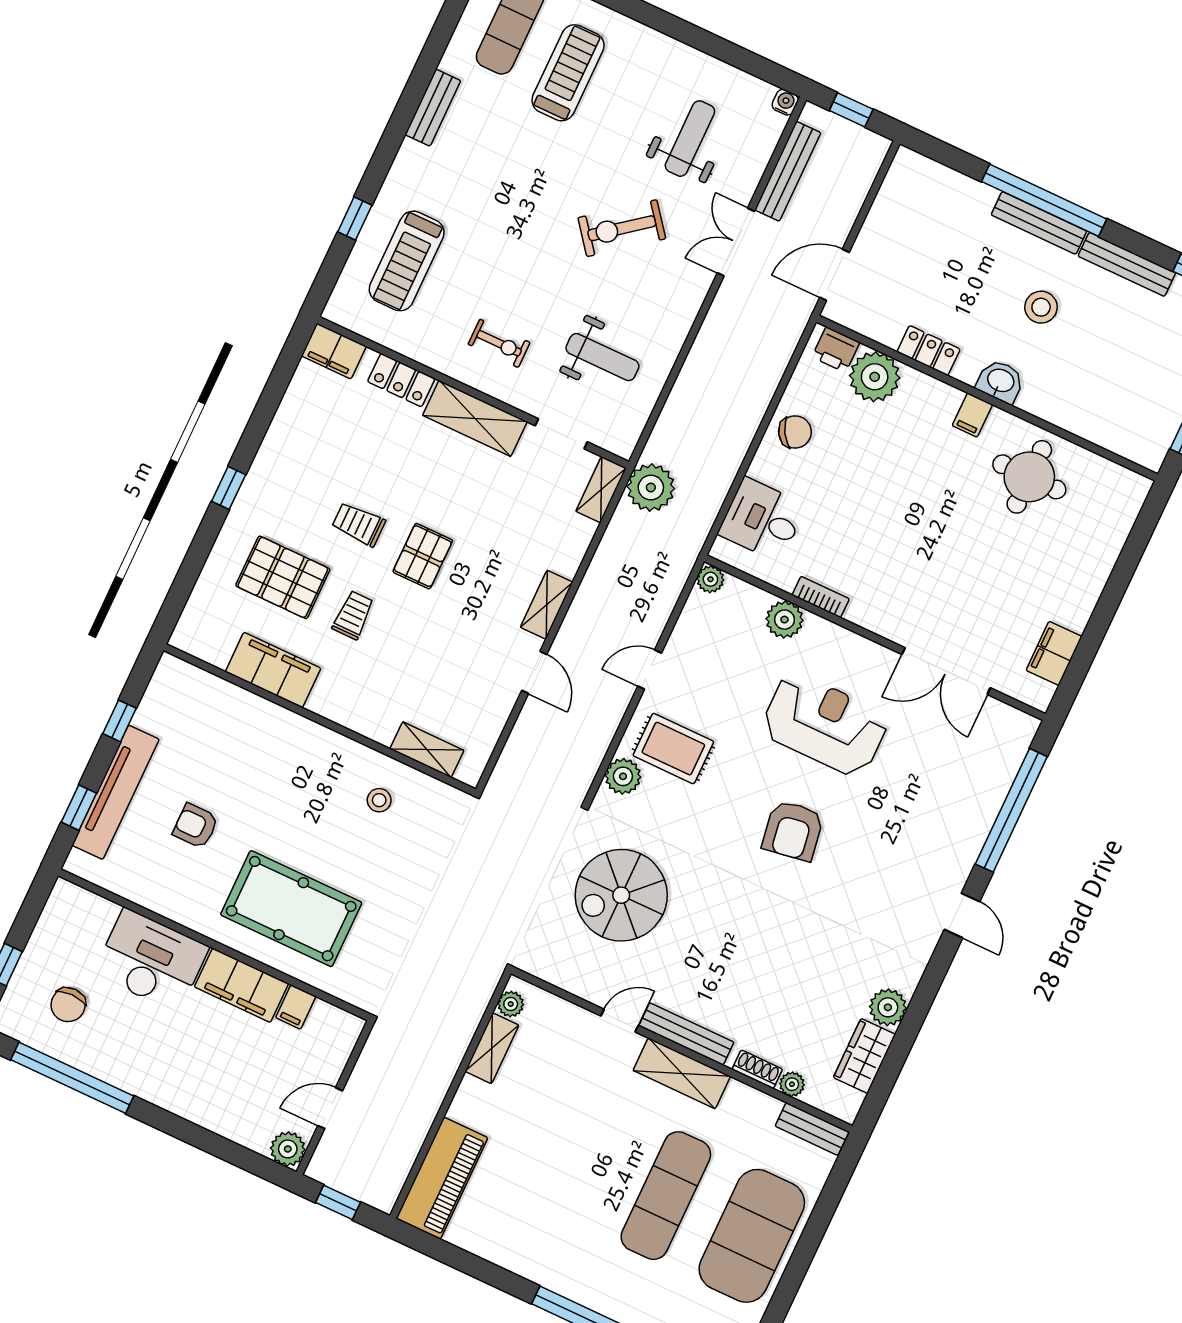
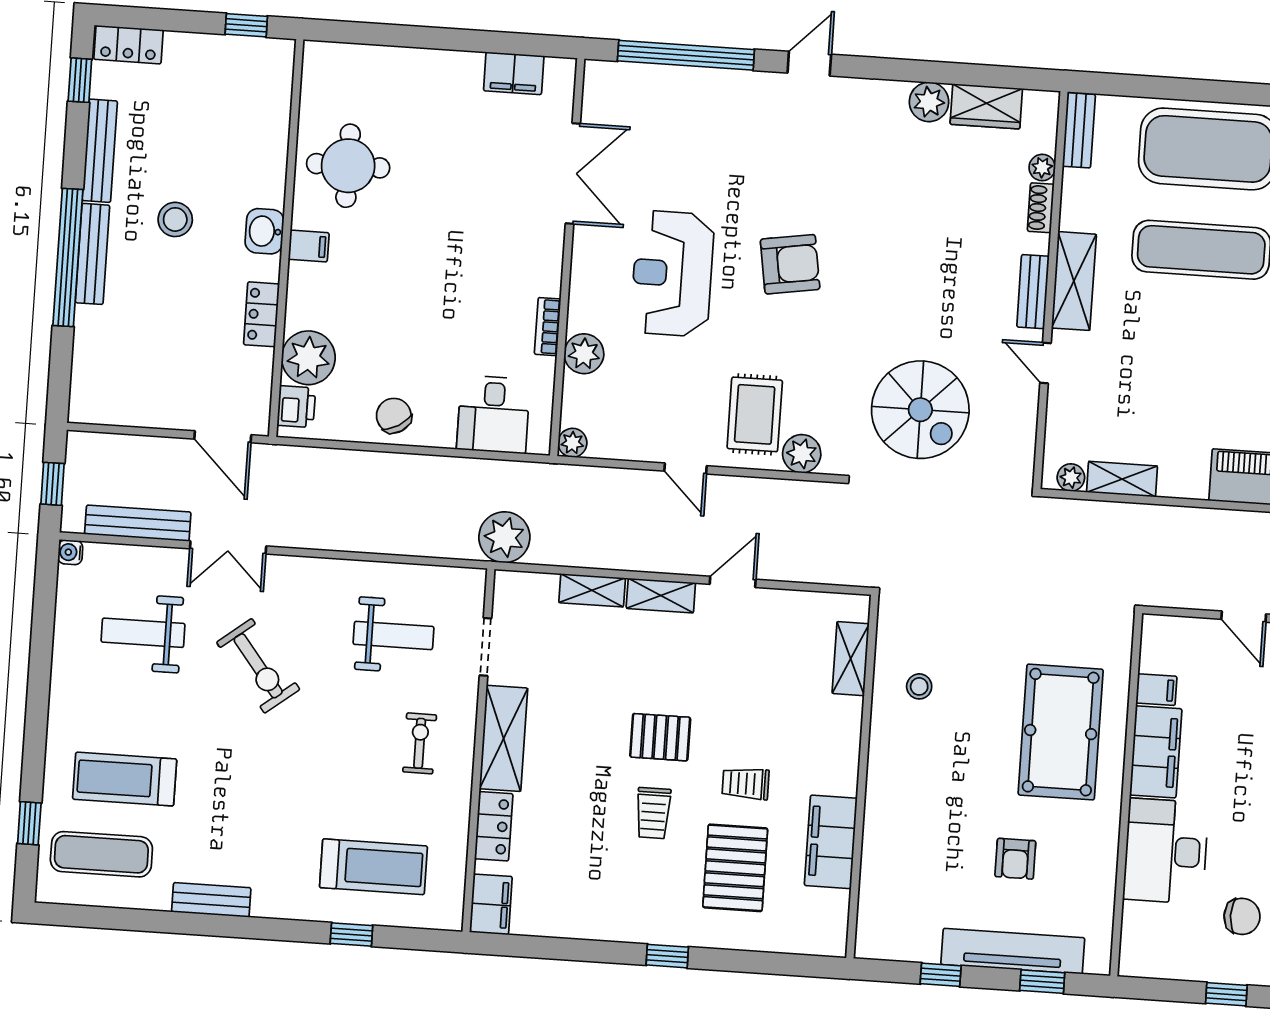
weight bench: (602, 357) -> (393, 635), turned 90
shelving: (601, 490) -> (592, 590), moved
bench: (686, 1034) -> (1033, 292), width x0.73

